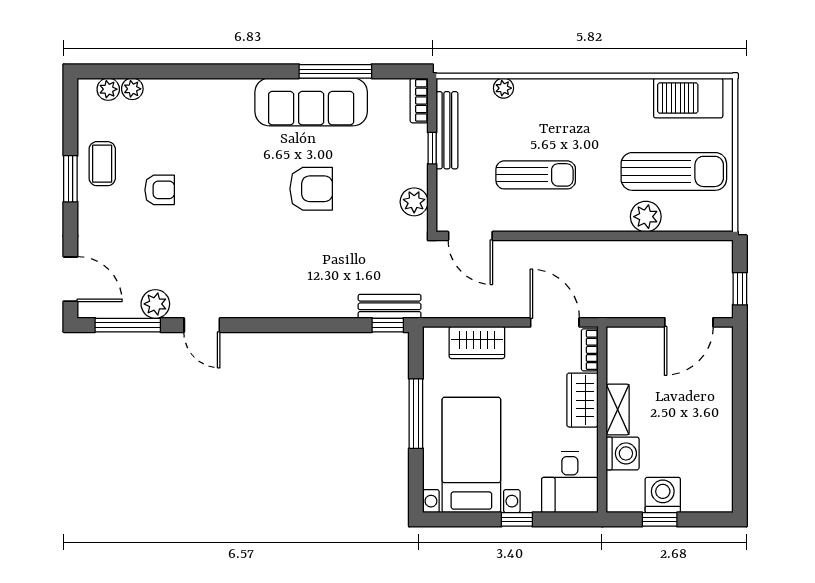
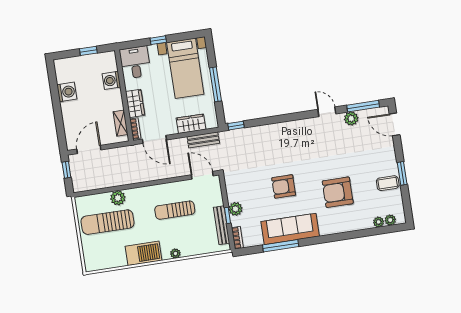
plant: (503, 88) -> (175, 253), moved
barbecue: (688, 98) -> (144, 253), moved
coffee table: (102, 164) -> (388, 183), turned 90
armchair: (160, 190) -> (338, 192), moved, width x1.88, depth x1.88
plant: (414, 202) -> (236, 209), moved
bench: (390, 306) -> (203, 140), moved
shelving: (618, 410) -> (121, 123), moved
washing machine: (663, 495) -> (67, 92), moved, turned -90

